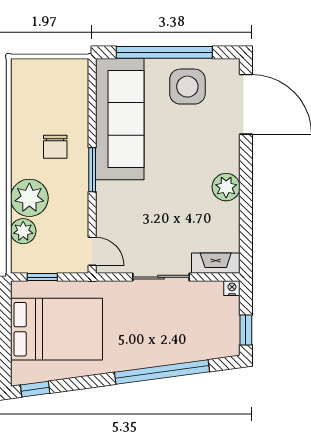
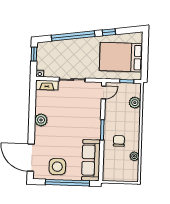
sofa: (120, 119) -> (91, 160), width x0.74, depth x0.79
plant: (29, 198) -> (134, 156), moved, width x0.53, depth x0.53
door: (92, 251) -> (103, 92), swing flipped
window: (35, 389) -> (109, 32), moved

